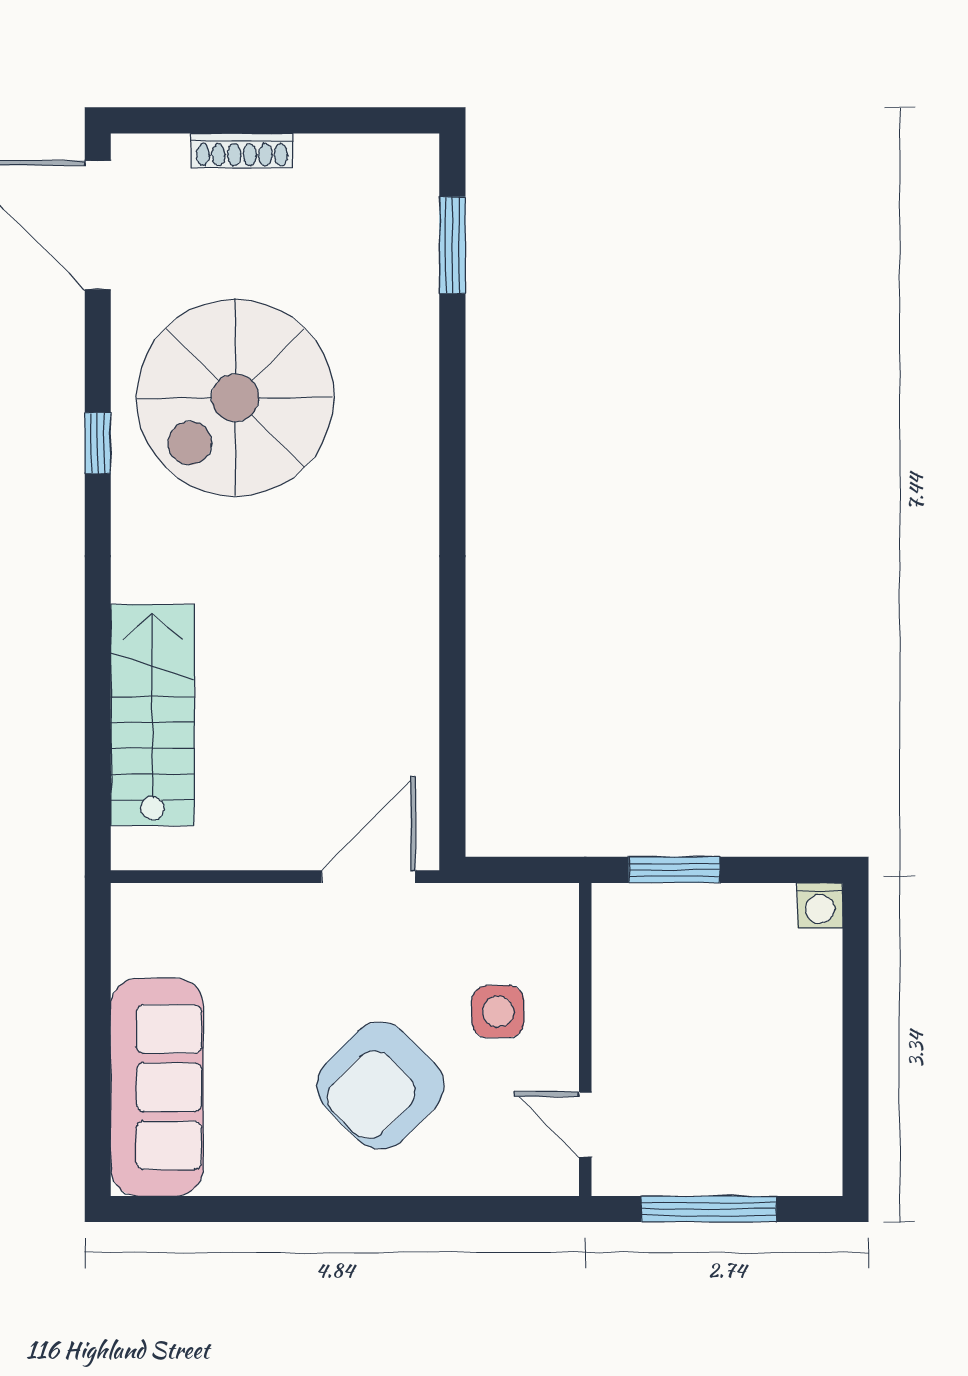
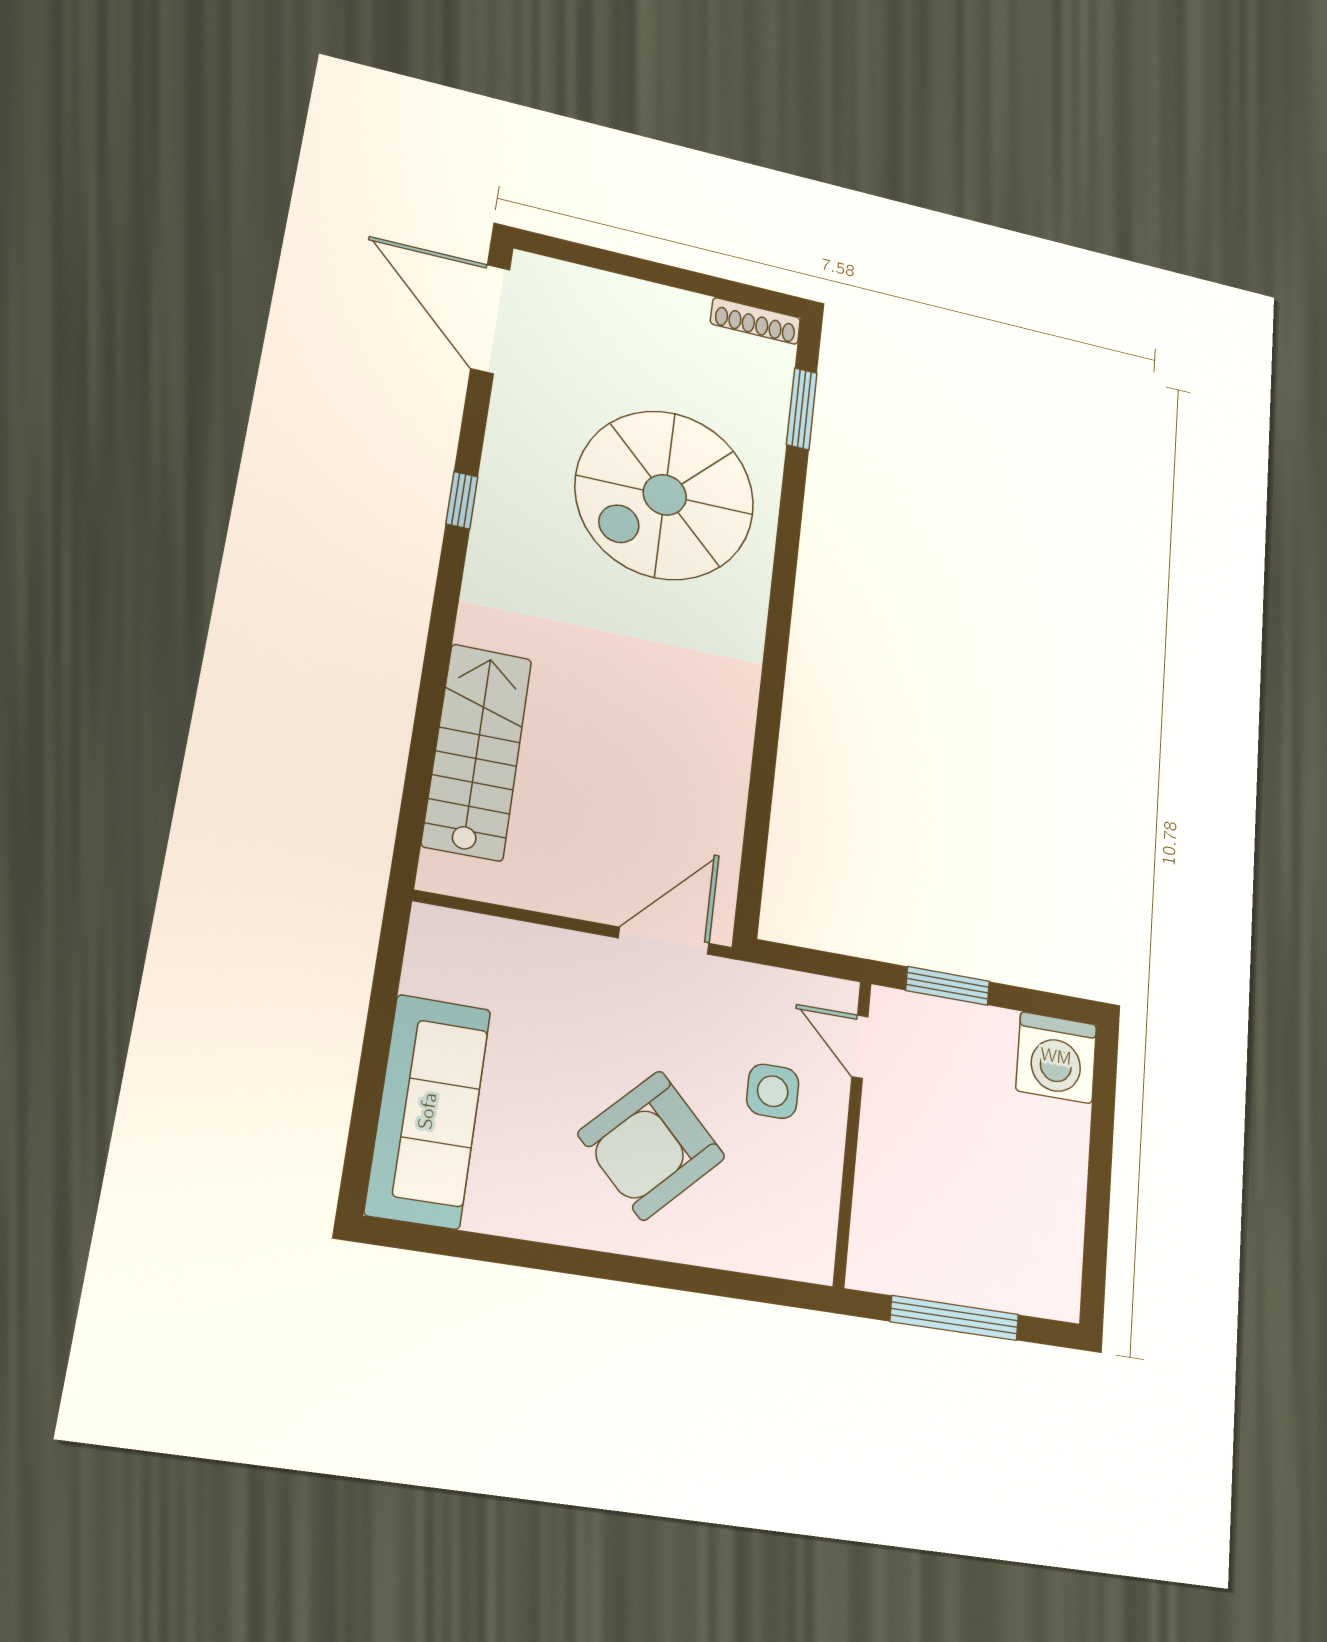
shoe rack: (242, 151) -> (755, 321), moved
spiral stairs: (235, 398) -> (665, 495), moved
washing machine: (820, 905) -> (1056, 1057), width x1.89, depth x1.89
door: (585, 1124) -> (860, 1047), moved

